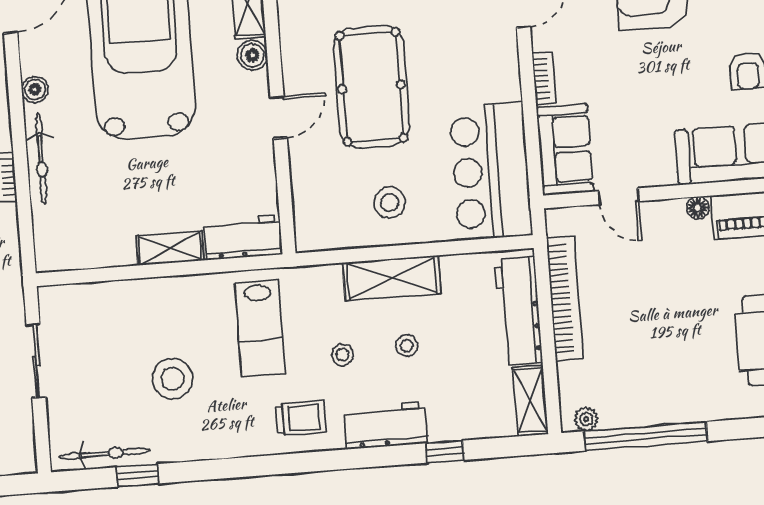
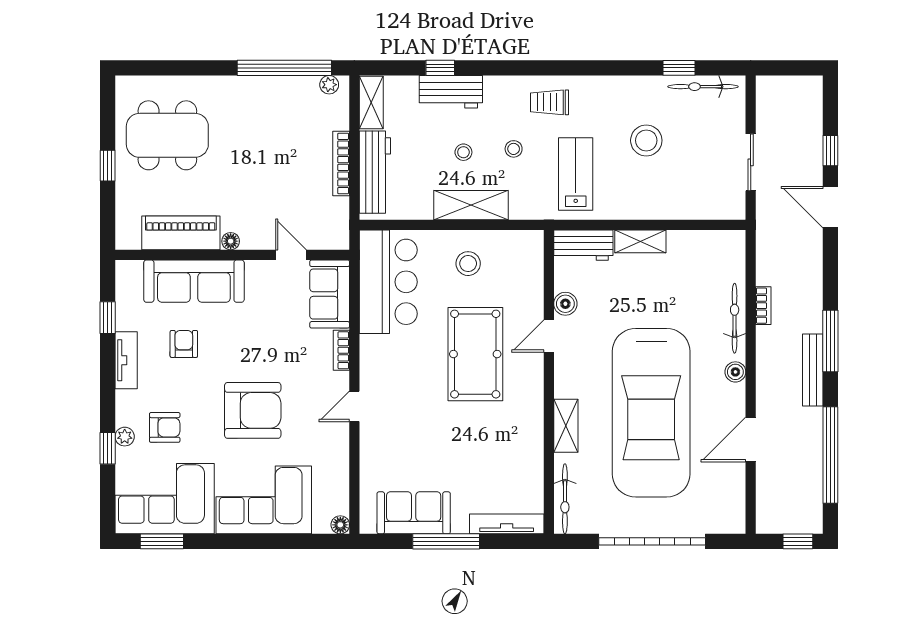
boiler: (252, 55) -> (565, 304), moved
bookcase: (565, 299) -> (341, 163), width x0.68, depth x0.76
workbench: (386, 425) -> (451, 92), moved

